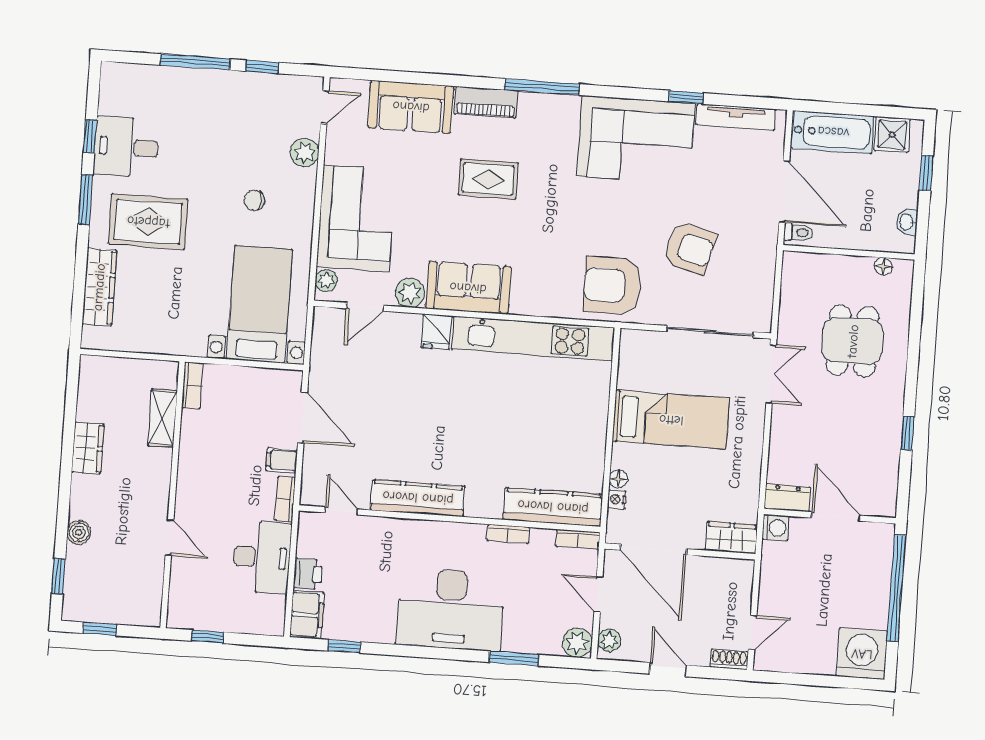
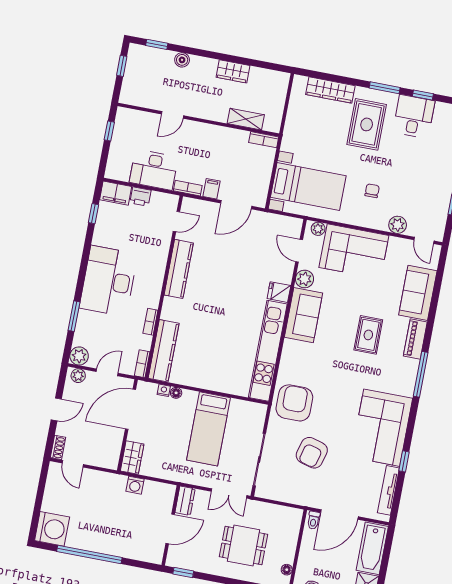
dresser: (787, 498) -> (185, 501), moved
wall: (830, 516) -> (171, 525), moved
door: (836, 517) -> (170, 529), moved

